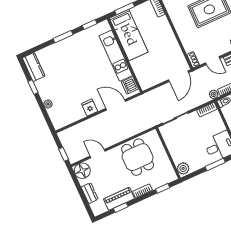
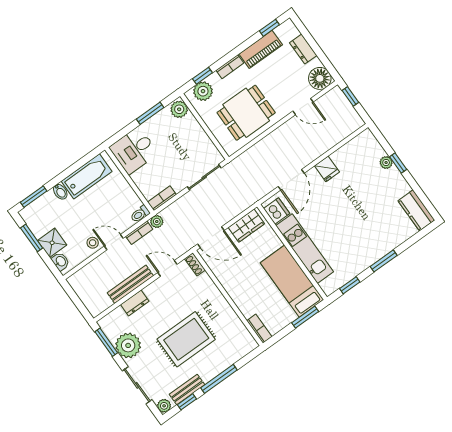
door: (179, 76) -> (211, 237), swing flipped
wardrobe: (153, 79) -> (246, 226), added
window: (33, 87) -> (398, 163), moved
door: (116, 105) -> (291, 180), hinge flipped
dining table: (138, 157) -> (246, 113), turned 90
window: (215, 164) -> (150, 113), moved
plant: (164, 178) -> (203, 91), added
window: (121, 208) -> (269, 28), moved

